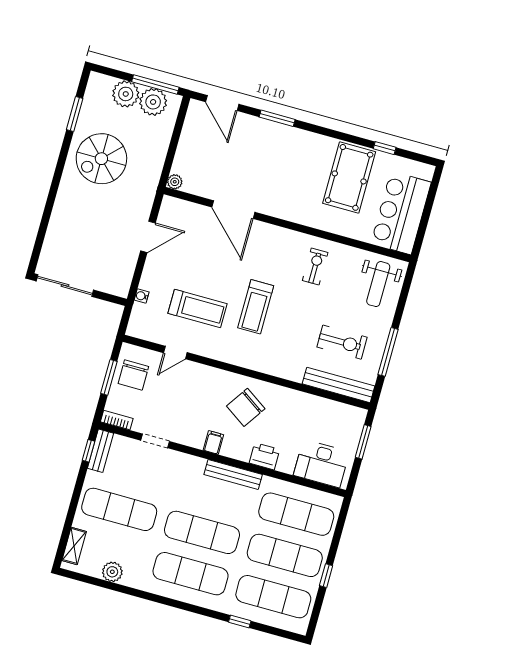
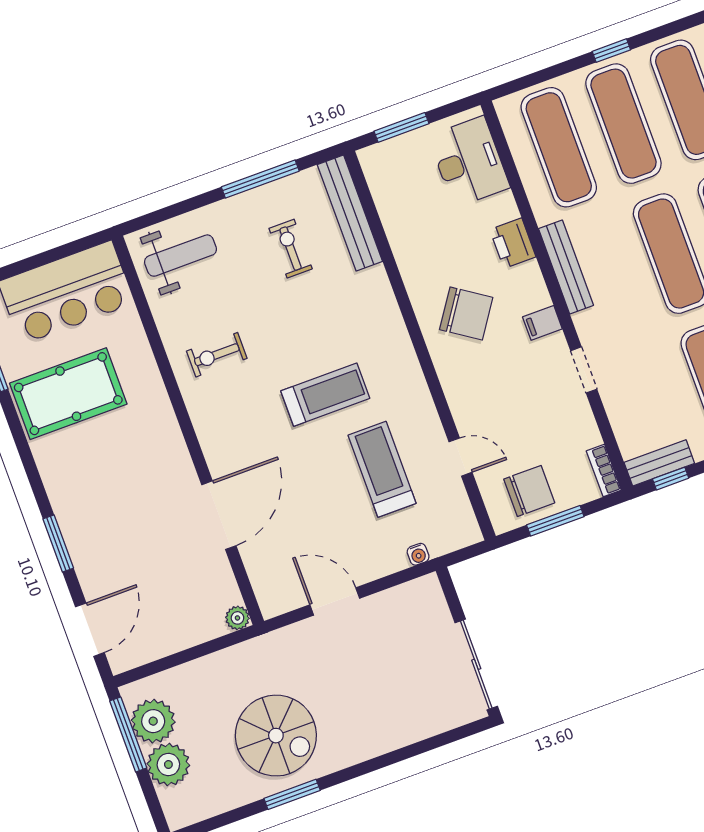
window: (75, 114) -> (292, 794), moved
exercise bike: (342, 342) -> (291, 249), width x0.73, depth x0.72
doorway: (155, 441) -> (584, 370), moved

